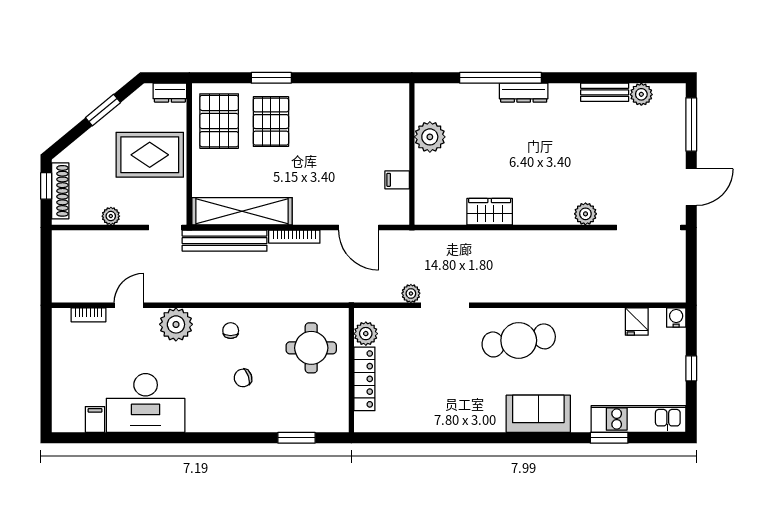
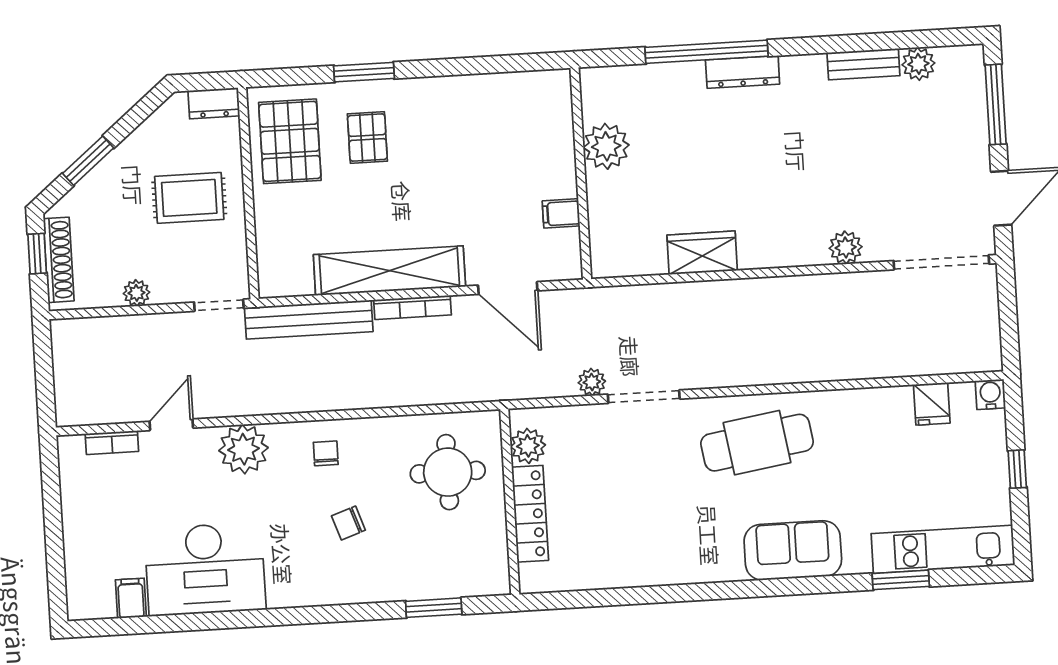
window: (103, 110) -> (88, 161), moved
pallet: (271, 122) -> (367, 138), width x0.67, depth x0.71
rug: (150, 155) -> (189, 198), width x0.73, depth x0.70
shelving: (242, 211) -> (389, 271), moved

